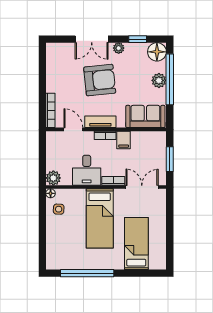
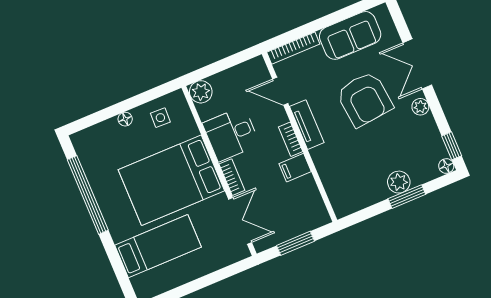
window: (138, 39) -> (452, 146), moved
floor lamp: (157, 52) -> (446, 166), width x0.53, depth x0.53
window: (170, 79) -> (407, 197), width x0.47
sofa: (145, 116) -> (350, 35), moved, turned 90
door: (73, 129) -> (280, 91), swing flipped
floor lamp: (51, 193) -> (125, 119), moved
bed: (100, 218) -> (171, 180), width x1.50

